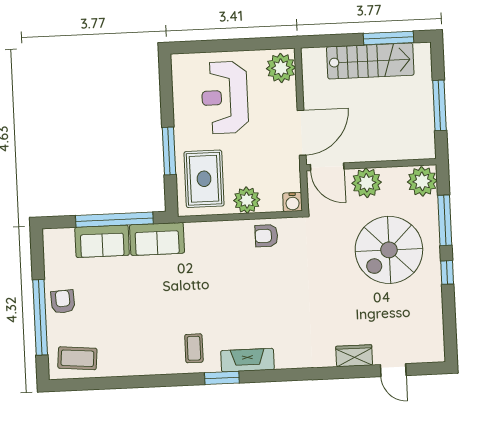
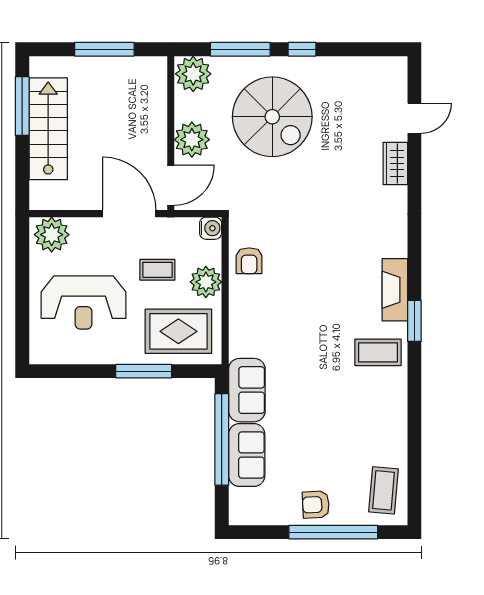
coffee table: (255, 159) -> (157, 270), added
coffee table: (194, 348) -> (378, 352), width x1.36, depth x1.30

